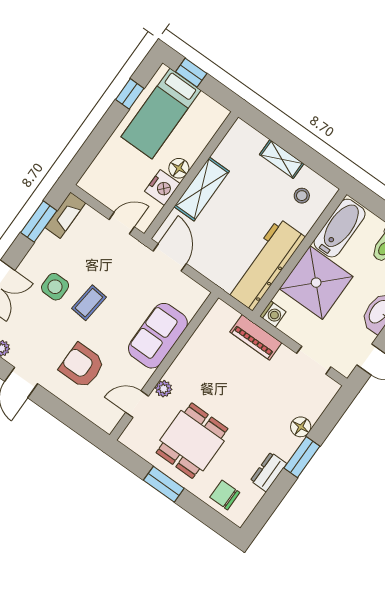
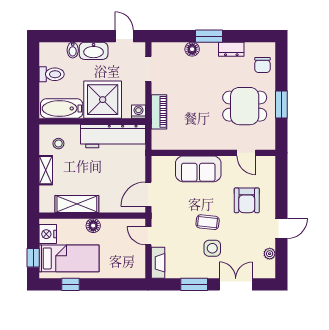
nightstand: (162, 187) -> (48, 234), moved, turned -90
shelving: (202, 189) -> (77, 204), moved
fireplace: (65, 215) -> (158, 263), moved, turned 90
window: (39, 222) -> (194, 284), moved
plant: (164, 389) -> (226, 144), removed

